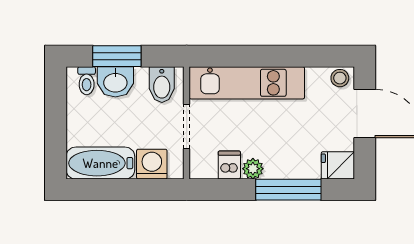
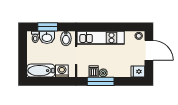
window: (288, 190) -> (101, 81), moved

